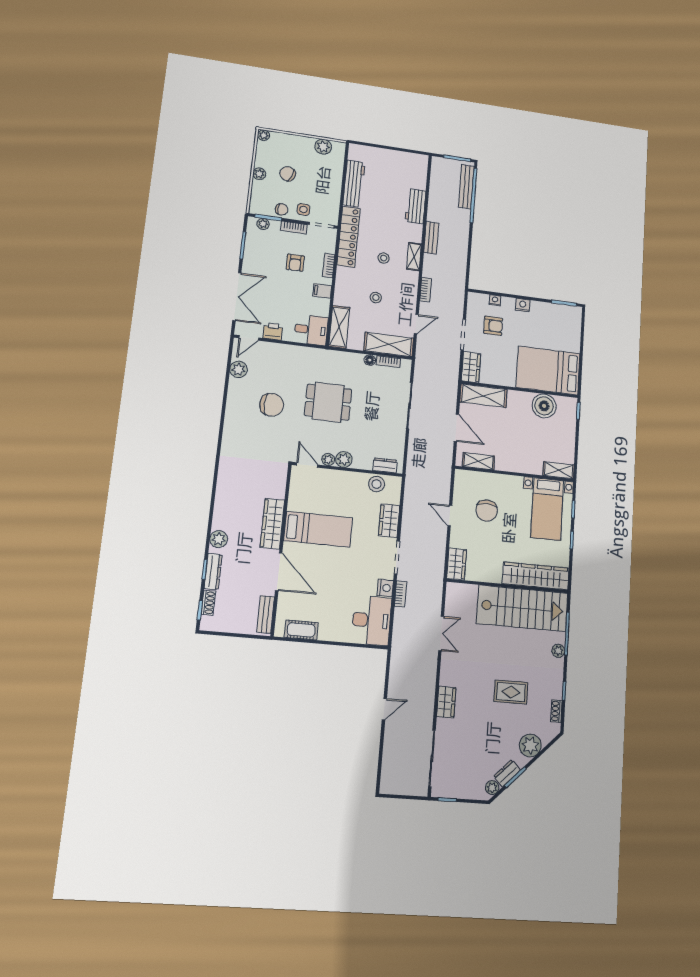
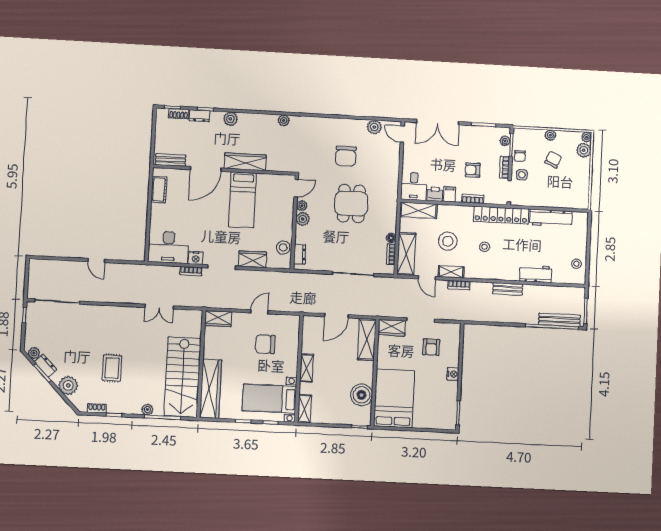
plant: (323, 147) -> (584, 150), moved
stool: (406, 162) -> (576, 264), added
shelving: (414, 257) -> (451, 272), moved
stool: (376, 298) -> (448, 241), width x1.89, depth x1.89
nightstand: (495, 300) -> (455, 348), removed
printer: (273, 331) -> (435, 194), moved, turned -90
shelving: (478, 461) -> (307, 368), moved
plant: (224, 475) -> (284, 120), added
dresser: (213, 572) -> (199, 116), width x0.70
wardrobe: (446, 702) -> (103, 312), removed

